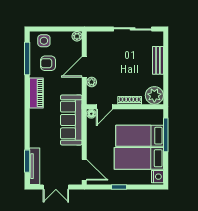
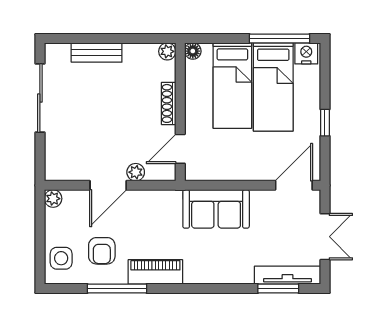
window: (27, 58) -> (117, 288), moved
door: (84, 67) -> (108, 185), hinge flipped
plant: (154, 95) -> (167, 51), width x0.53, depth x0.53
door: (105, 107) -> (180, 149), swing flipped
floor lamp: (91, 114) -> (193, 51), moved
sofa: (71, 120) -> (216, 209), width x0.73
window: (166, 135) -> (279, 38), moved

